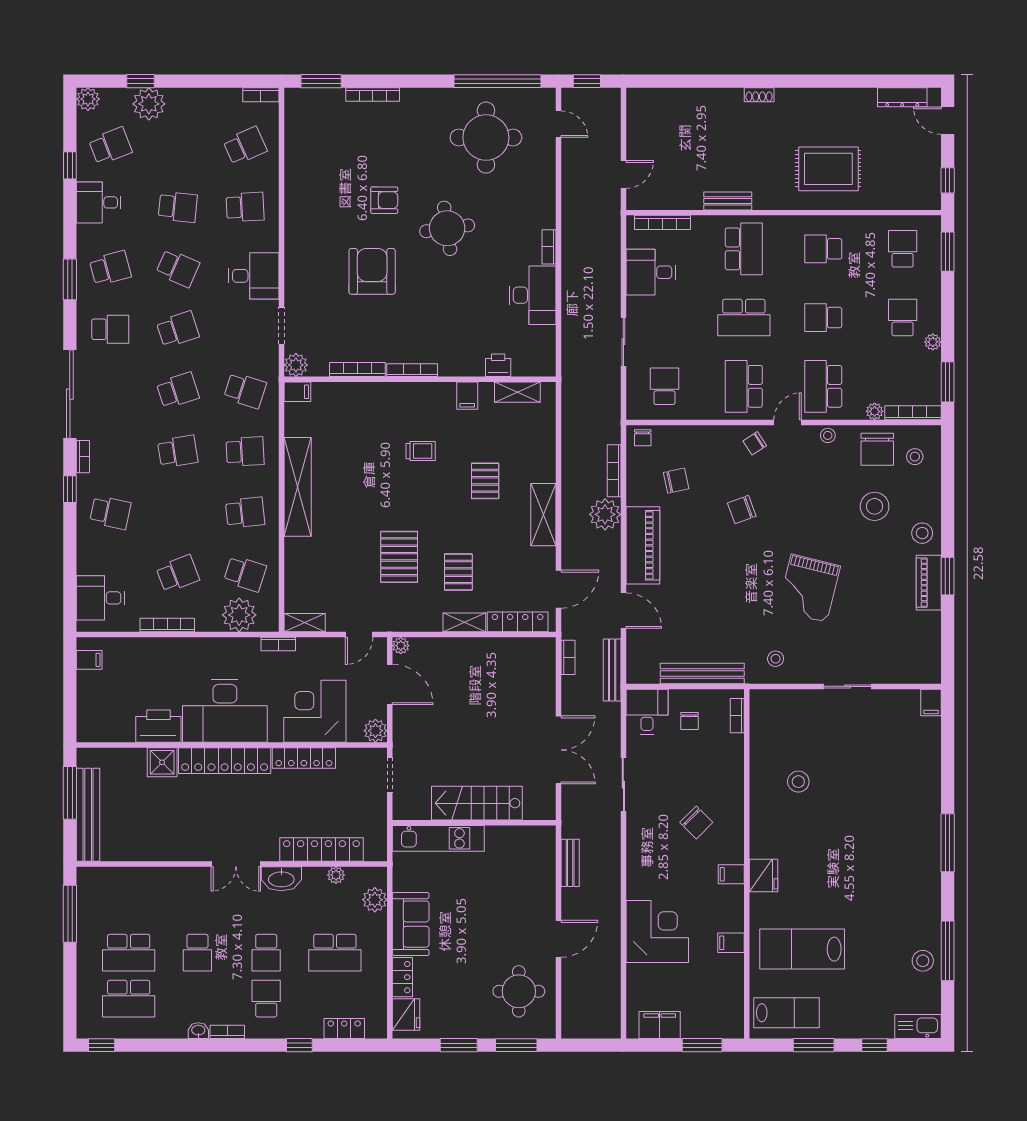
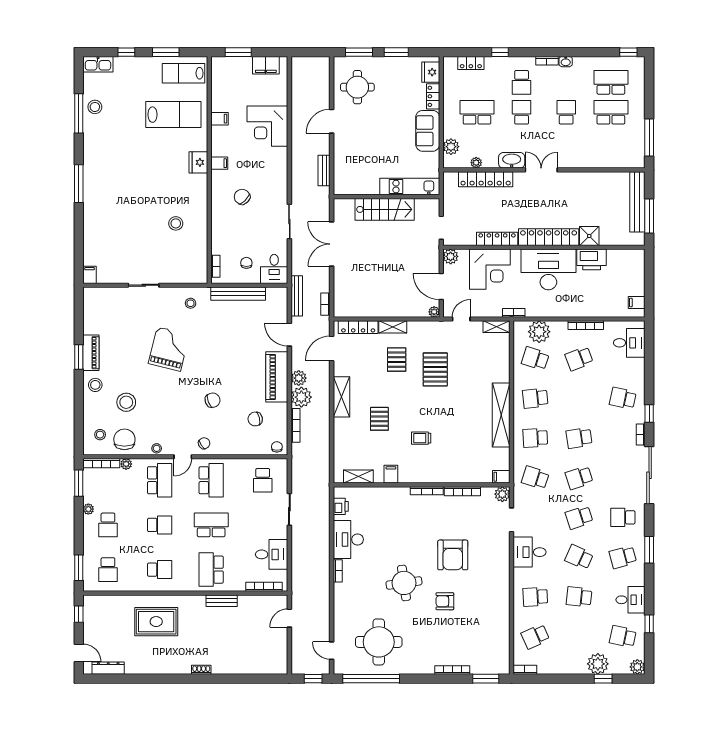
school desk: (110, 146) -> (623, 637), turned 33
printer: (498, 365) -> (341, 506), moved, turned -90
plant: (609, 544) -> (299, 378), added

